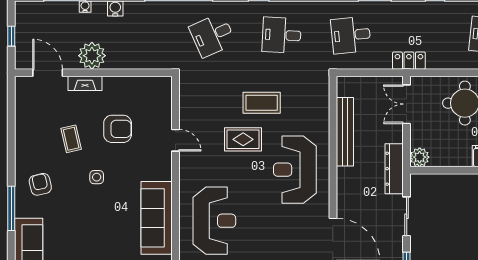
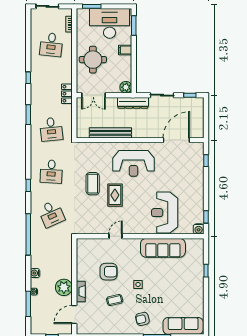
armchair: (118, 129) -> (109, 272), turned 90
reception desk: (214, 221) -> (165, 213), turned -90

